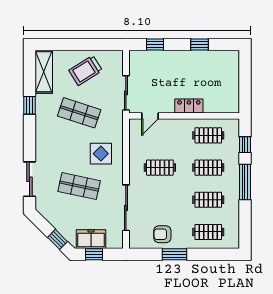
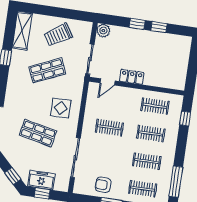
window: (155, 44) -> (137, 24), moved
plant: (137, 58) -> (103, 31), added
locker: (189, 106) -> (132, 77), moved
shop shelf: (79, 113) -> (47, 70), turned -42
window: (245, 182) -> (176, 182), moved

